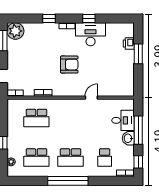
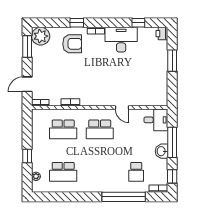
window: (89, 18) -> (138, 23), moved
printer: (129, 43) -> (162, 34), moved
armchair: (69, 65) -> (72, 44), moved
door: (91, 98) -> (122, 108), swing flipped
desk: (123, 120) -> (156, 120), moved
school desk: (71, 158) -> (100, 129), moved
window: (68, 181) -> (124, 197), moved

